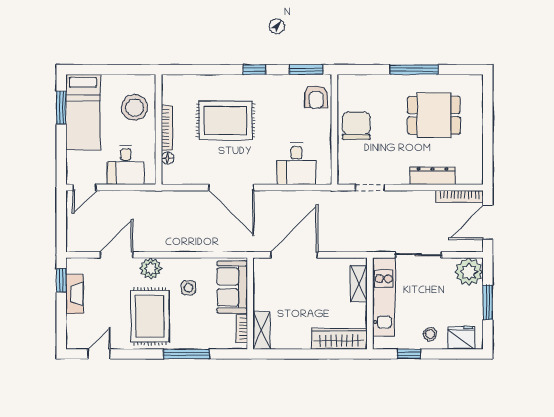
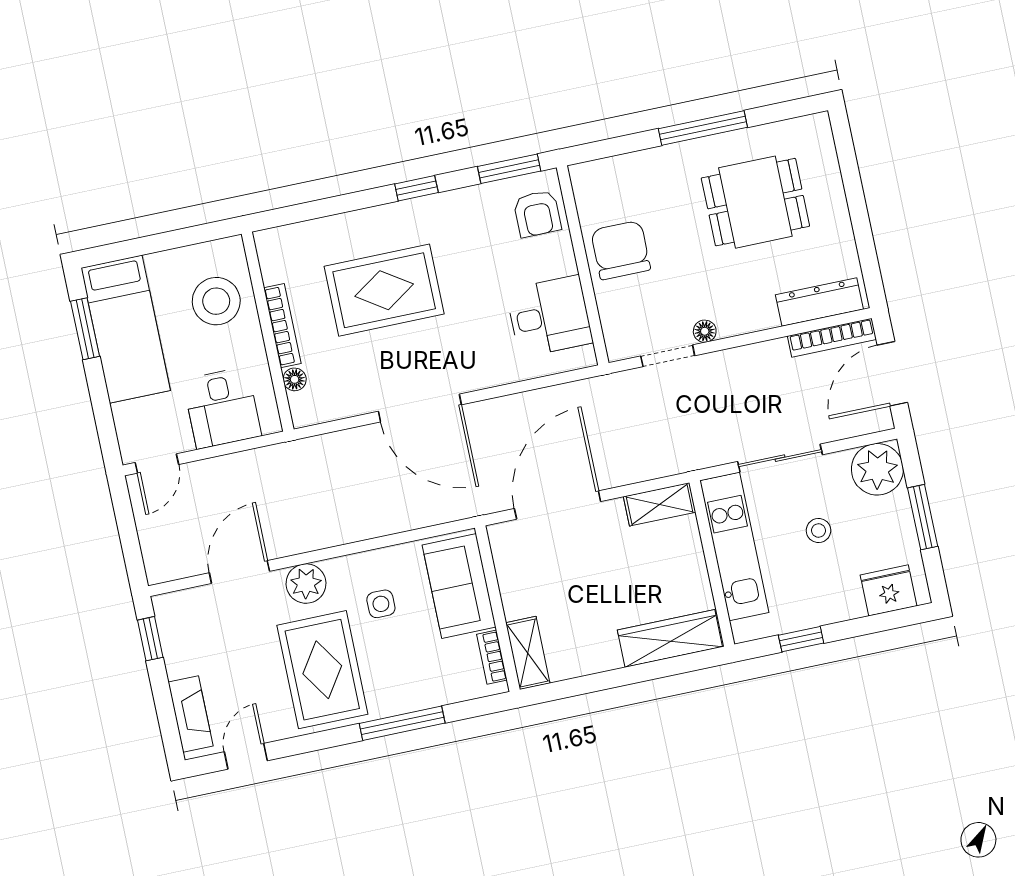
desk: (296, 164) -> (549, 316), moved, turned -90
dresser: (433, 176) -> (819, 302), moved
floor lamp: (392, 179) -> (705, 331), added
shelving: (359, 284) -> (660, 504), moved, turned 90
fireplace: (74, 294) -> (191, 714), moved
stool: (430, 334) -> (818, 530), moved

